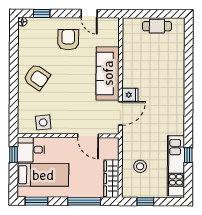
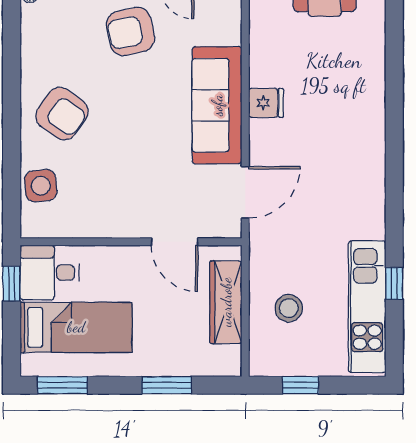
armchair: (68, 40) -> (130, 31), turned -102
fridge: (130, 95) -> (266, 103), moved
side table: (43, 122) -> (41, 186), moved
wardrobe: (111, 179) -> (226, 302), moved
window: (84, 201) -> (167, 385), width x0.69

